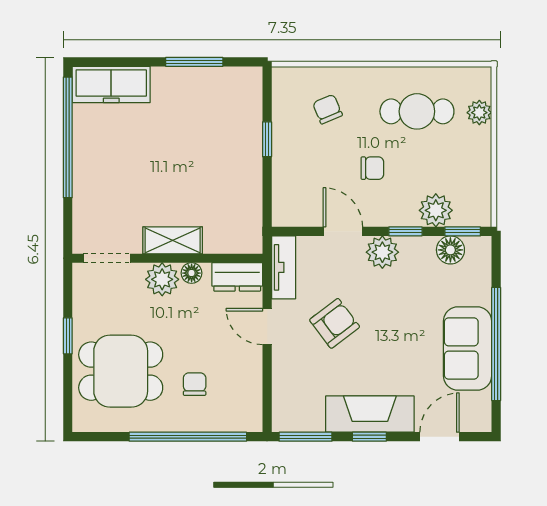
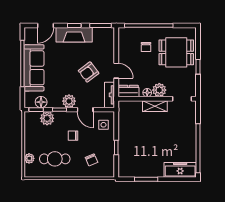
side table: (298, 195) -> (103, 125), added
sofa: (468, 349) -> (34, 68), width x1.36

